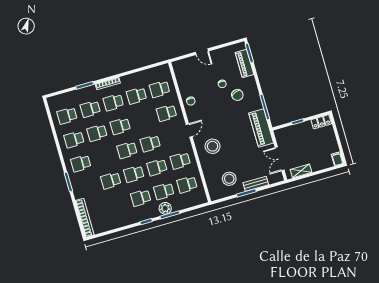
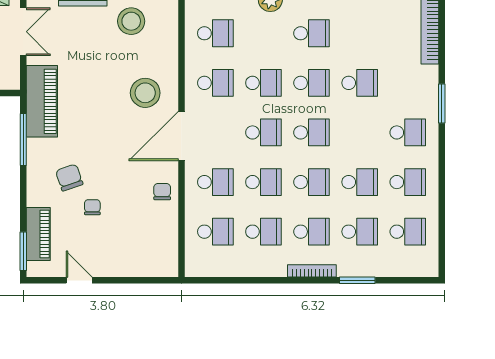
door: (202, 52) -> (79, 280), moved
door: (189, 130) -> (181, 136), width x1.87
school desk: (164, 191) -> (263, 182), moved

